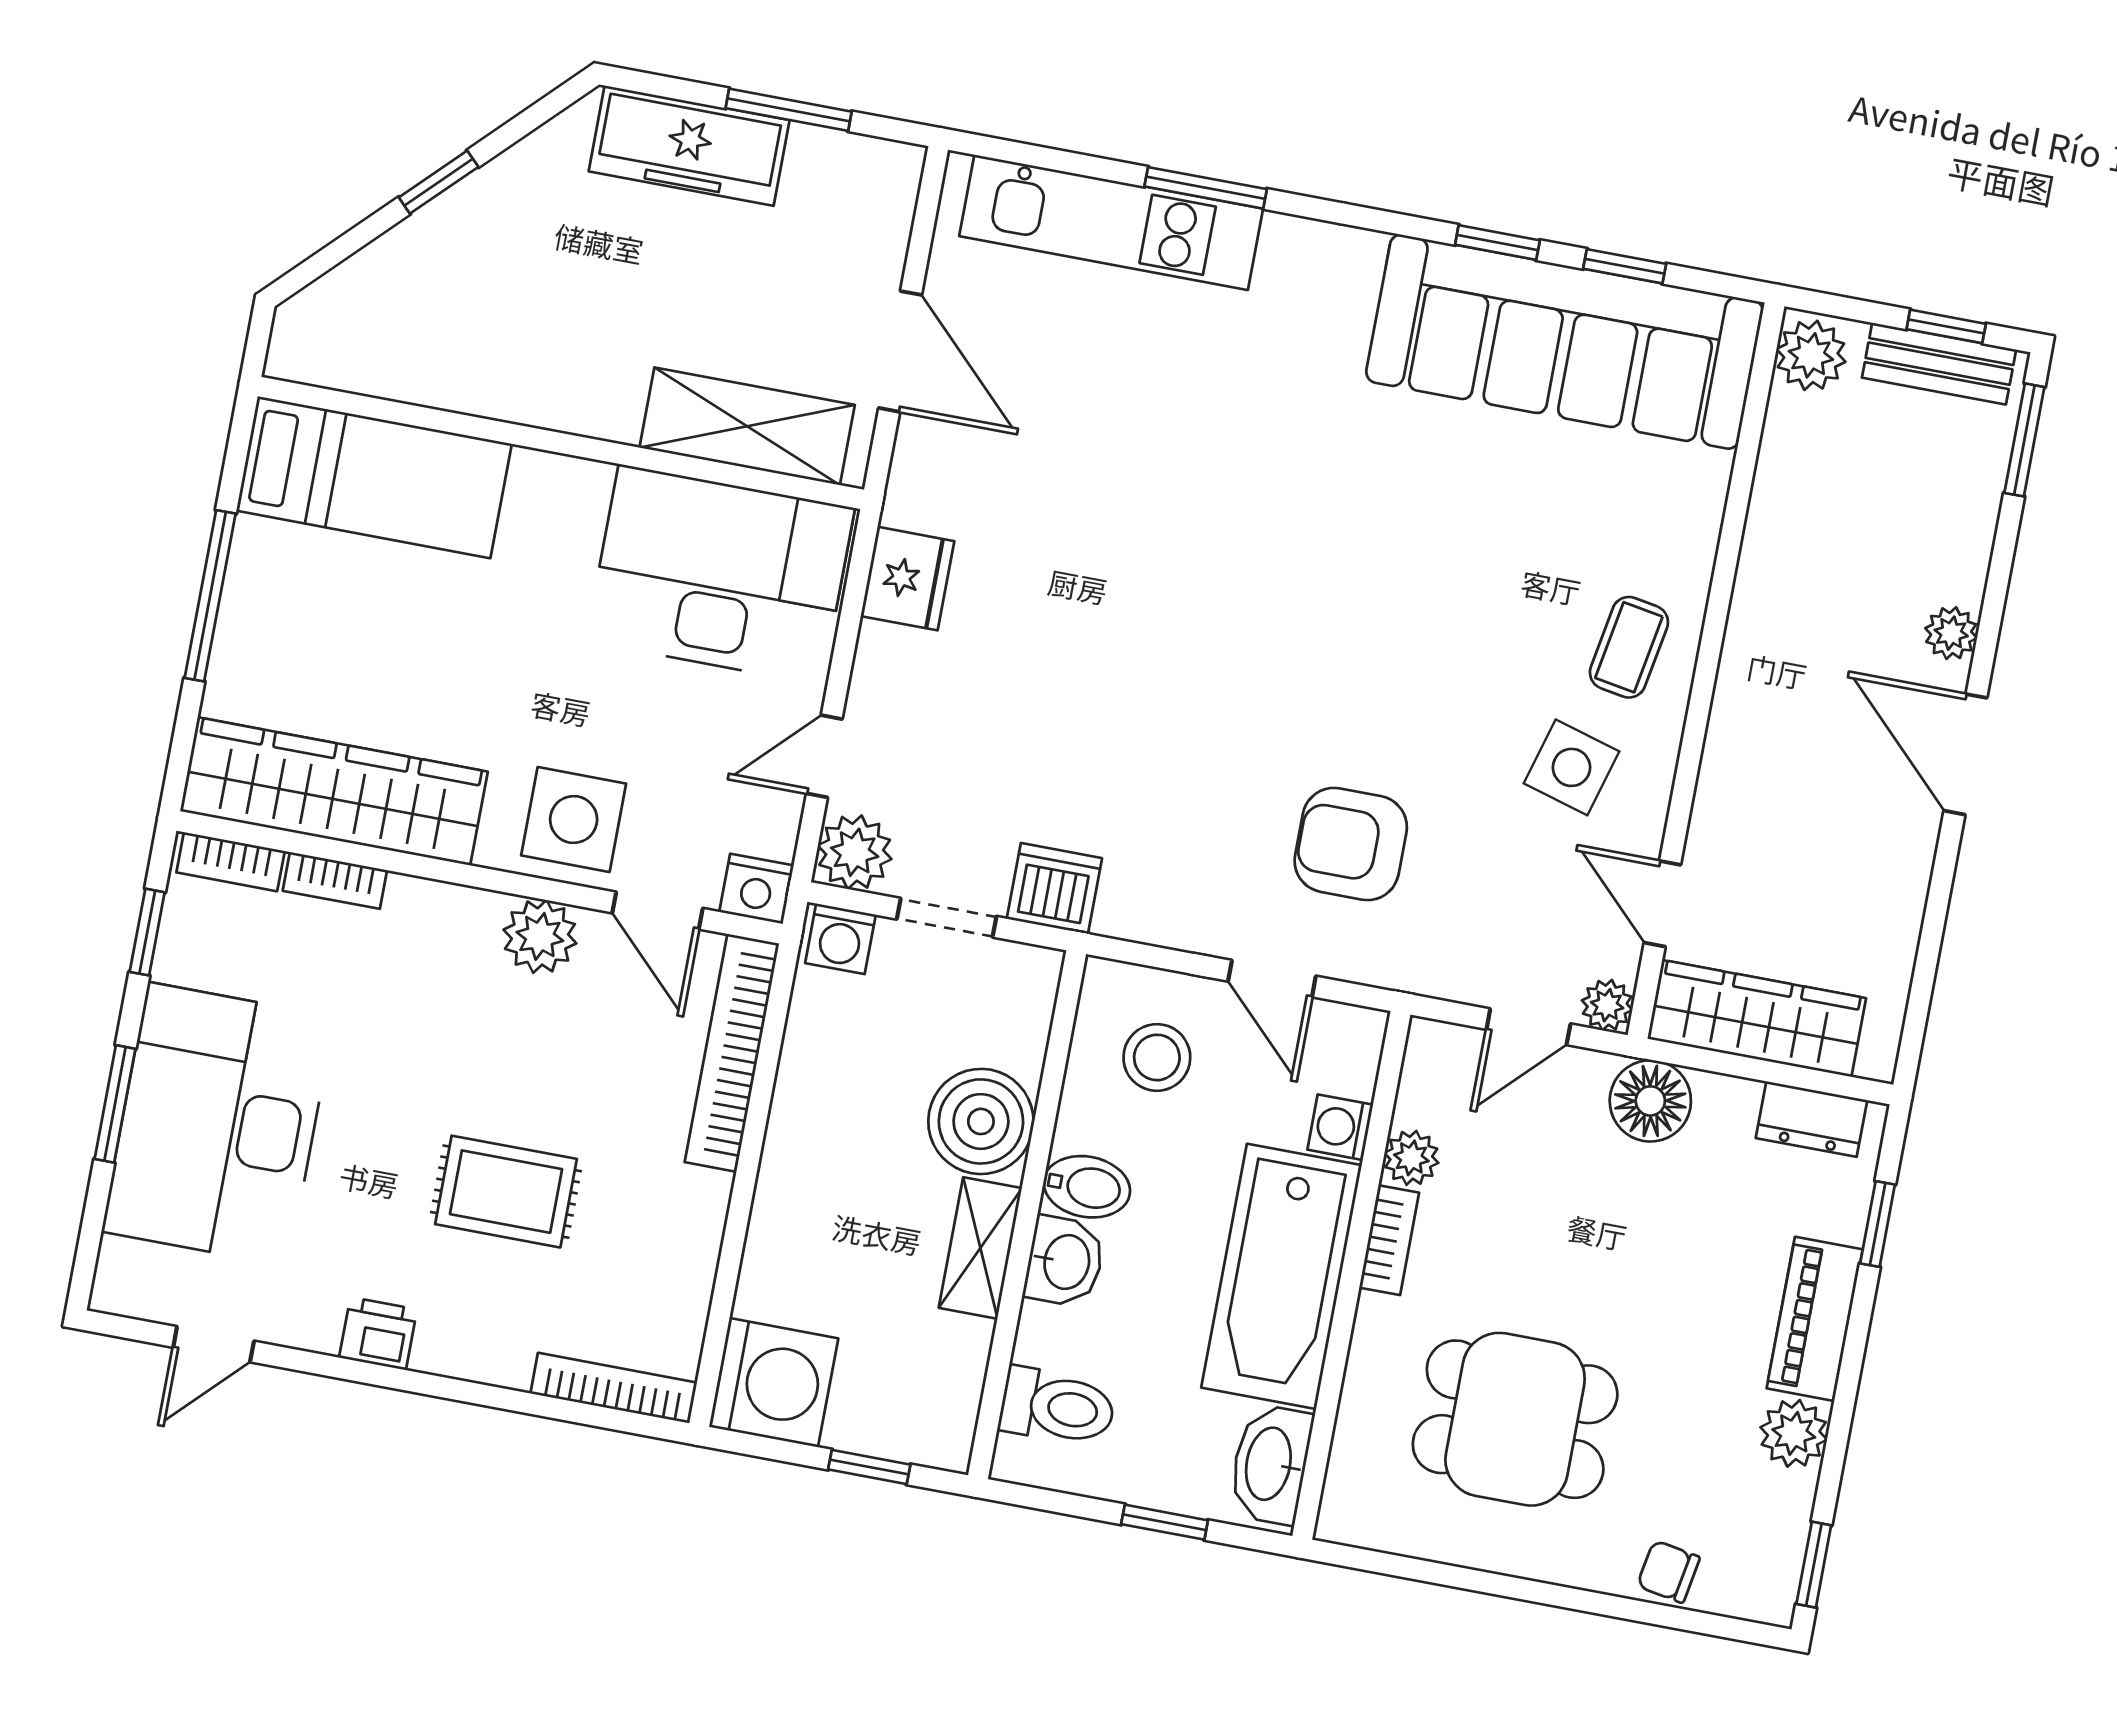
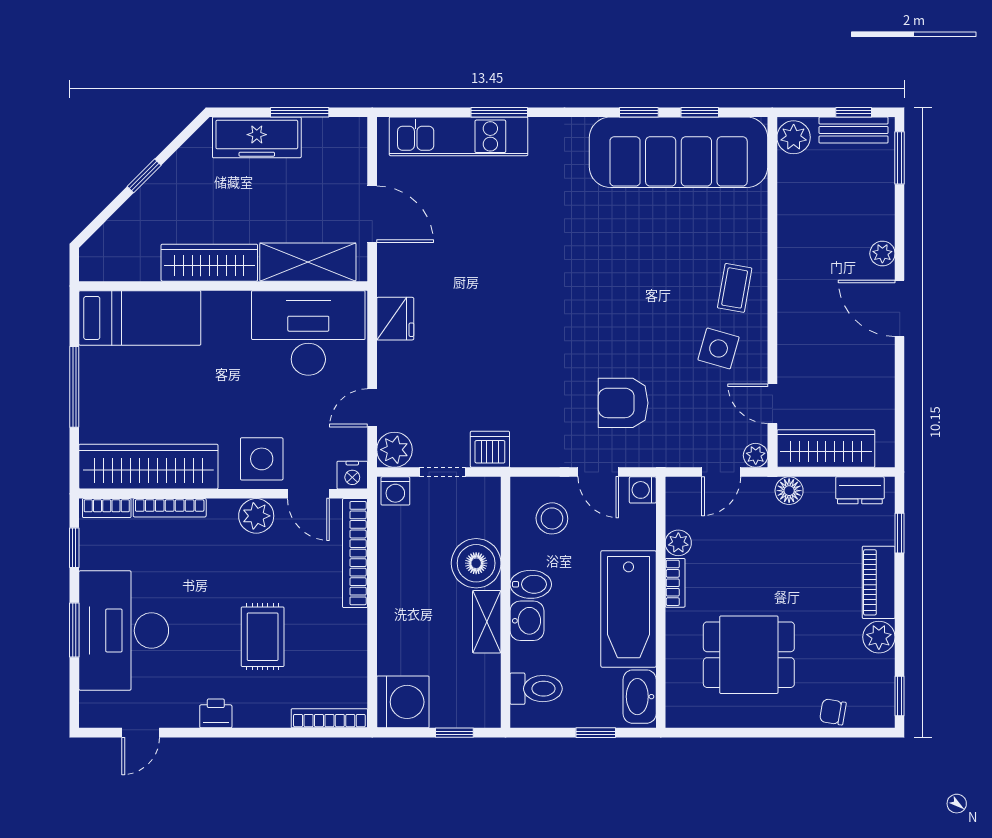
wardrobe: (541, 389) -> (209, 263), added
bookcase: (335, 880) -> (170, 508), width x1.56
floor lamp: (1650, 1101) -> (789, 491), width x0.73, depth x0.73
washing machine: (1340, 1127) -> (643, 490), moved
rug: (506, 1192) -> (263, 637), turned 90

